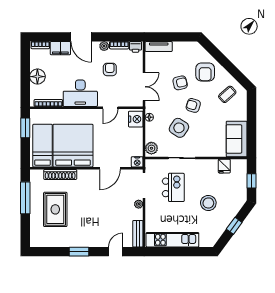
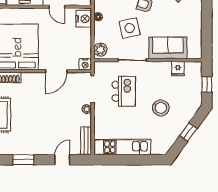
door: (110, 108) -> (57, 7), hinge flipped
side table: (179, 128) -> (130, 28), turned 45
sofa: (237, 139) -> (168, 48), moved, turned 90

